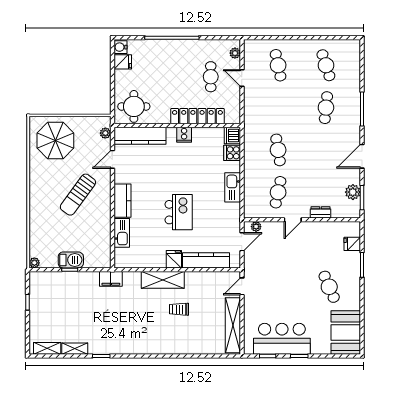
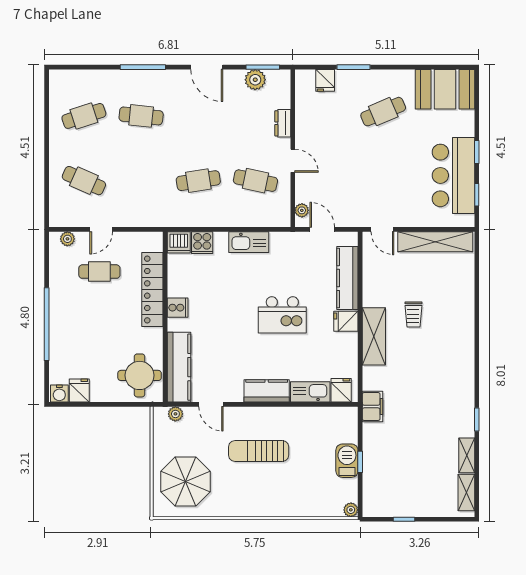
cafe table: (278, 65) -> (84, 181), turned 36
sun lounger: (78, 195) -> (259, 451), turned 144
kitchen island: (179, 212) -> (282, 315), turned 180
fridge: (123, 256) -> (341, 390), added

